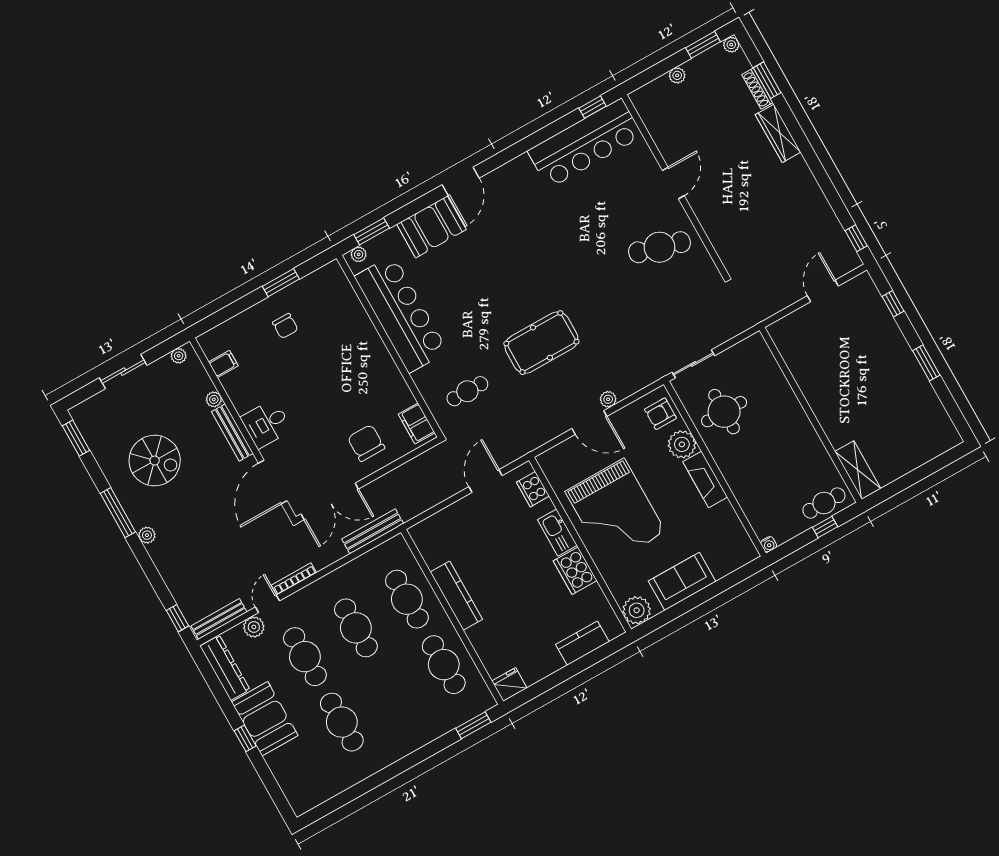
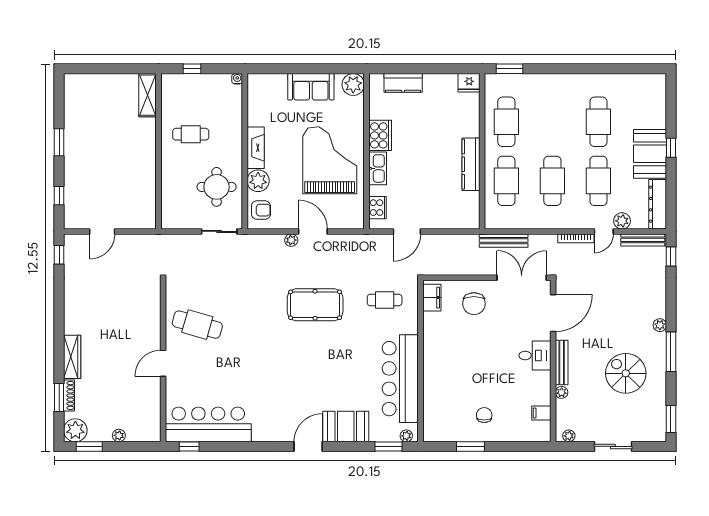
plant: (731, 45) -> (75, 430), width x1.87, depth x1.87
cafe table: (824, 503) -> (191, 134), moved

